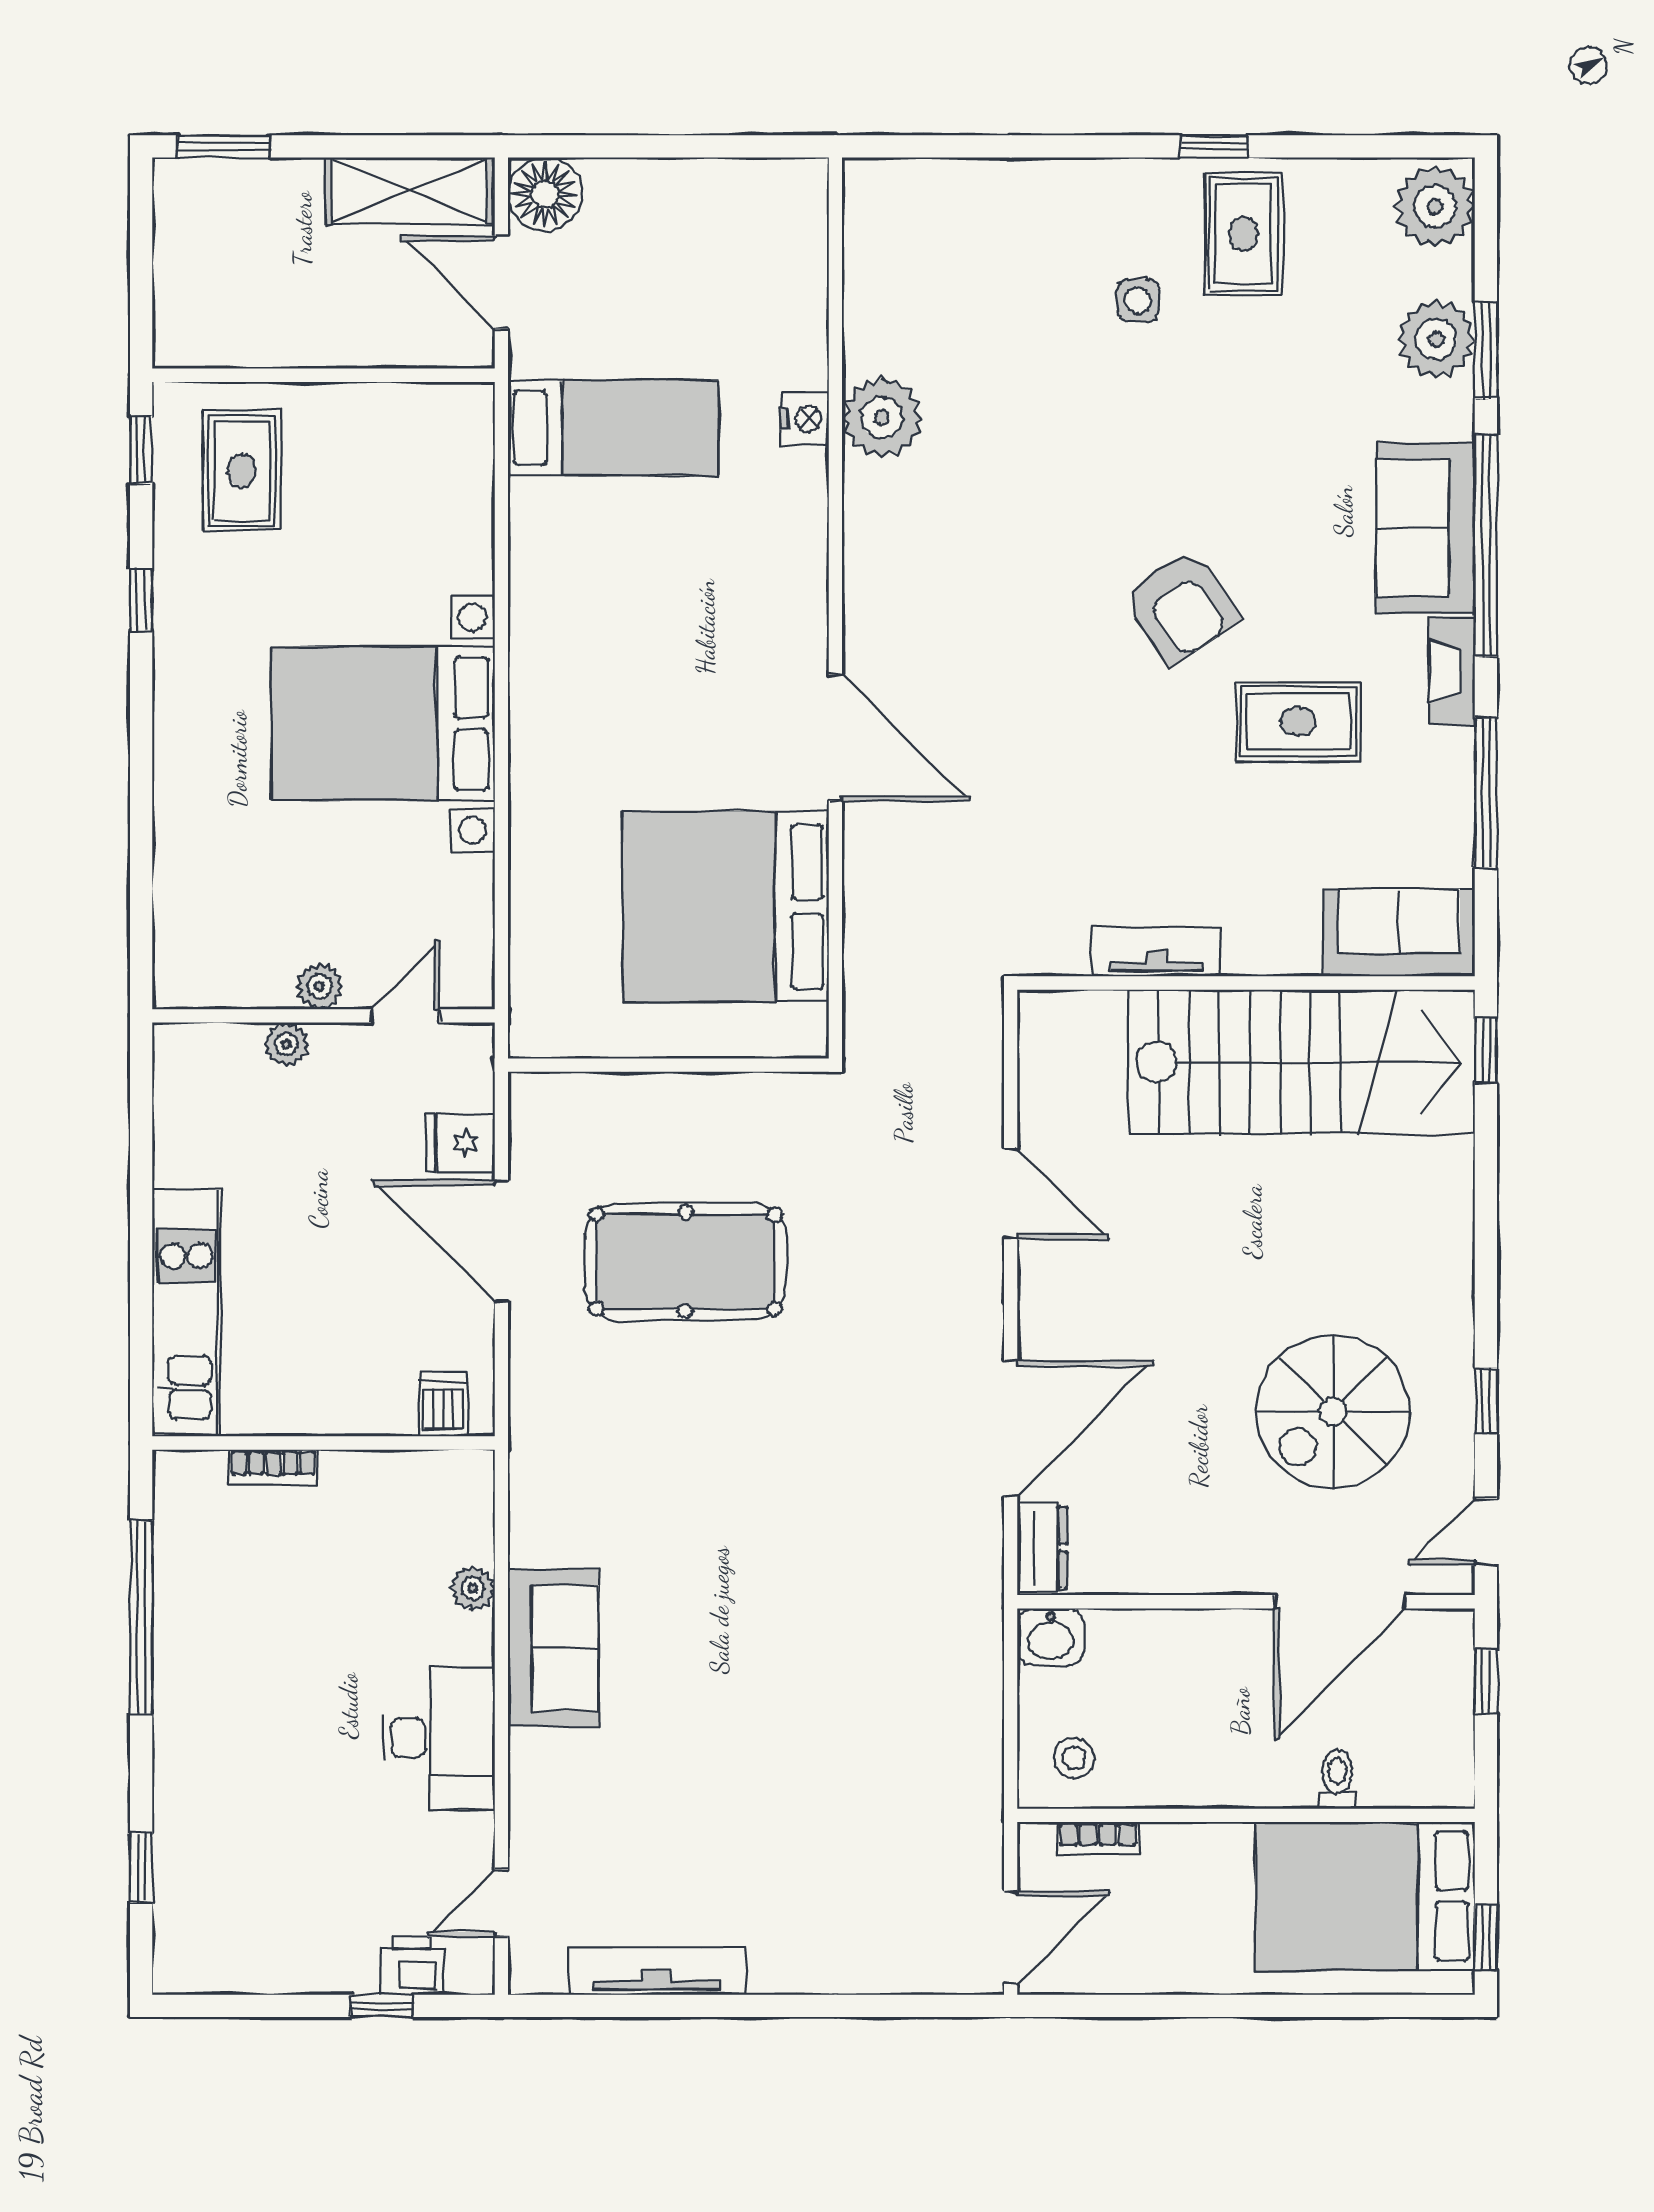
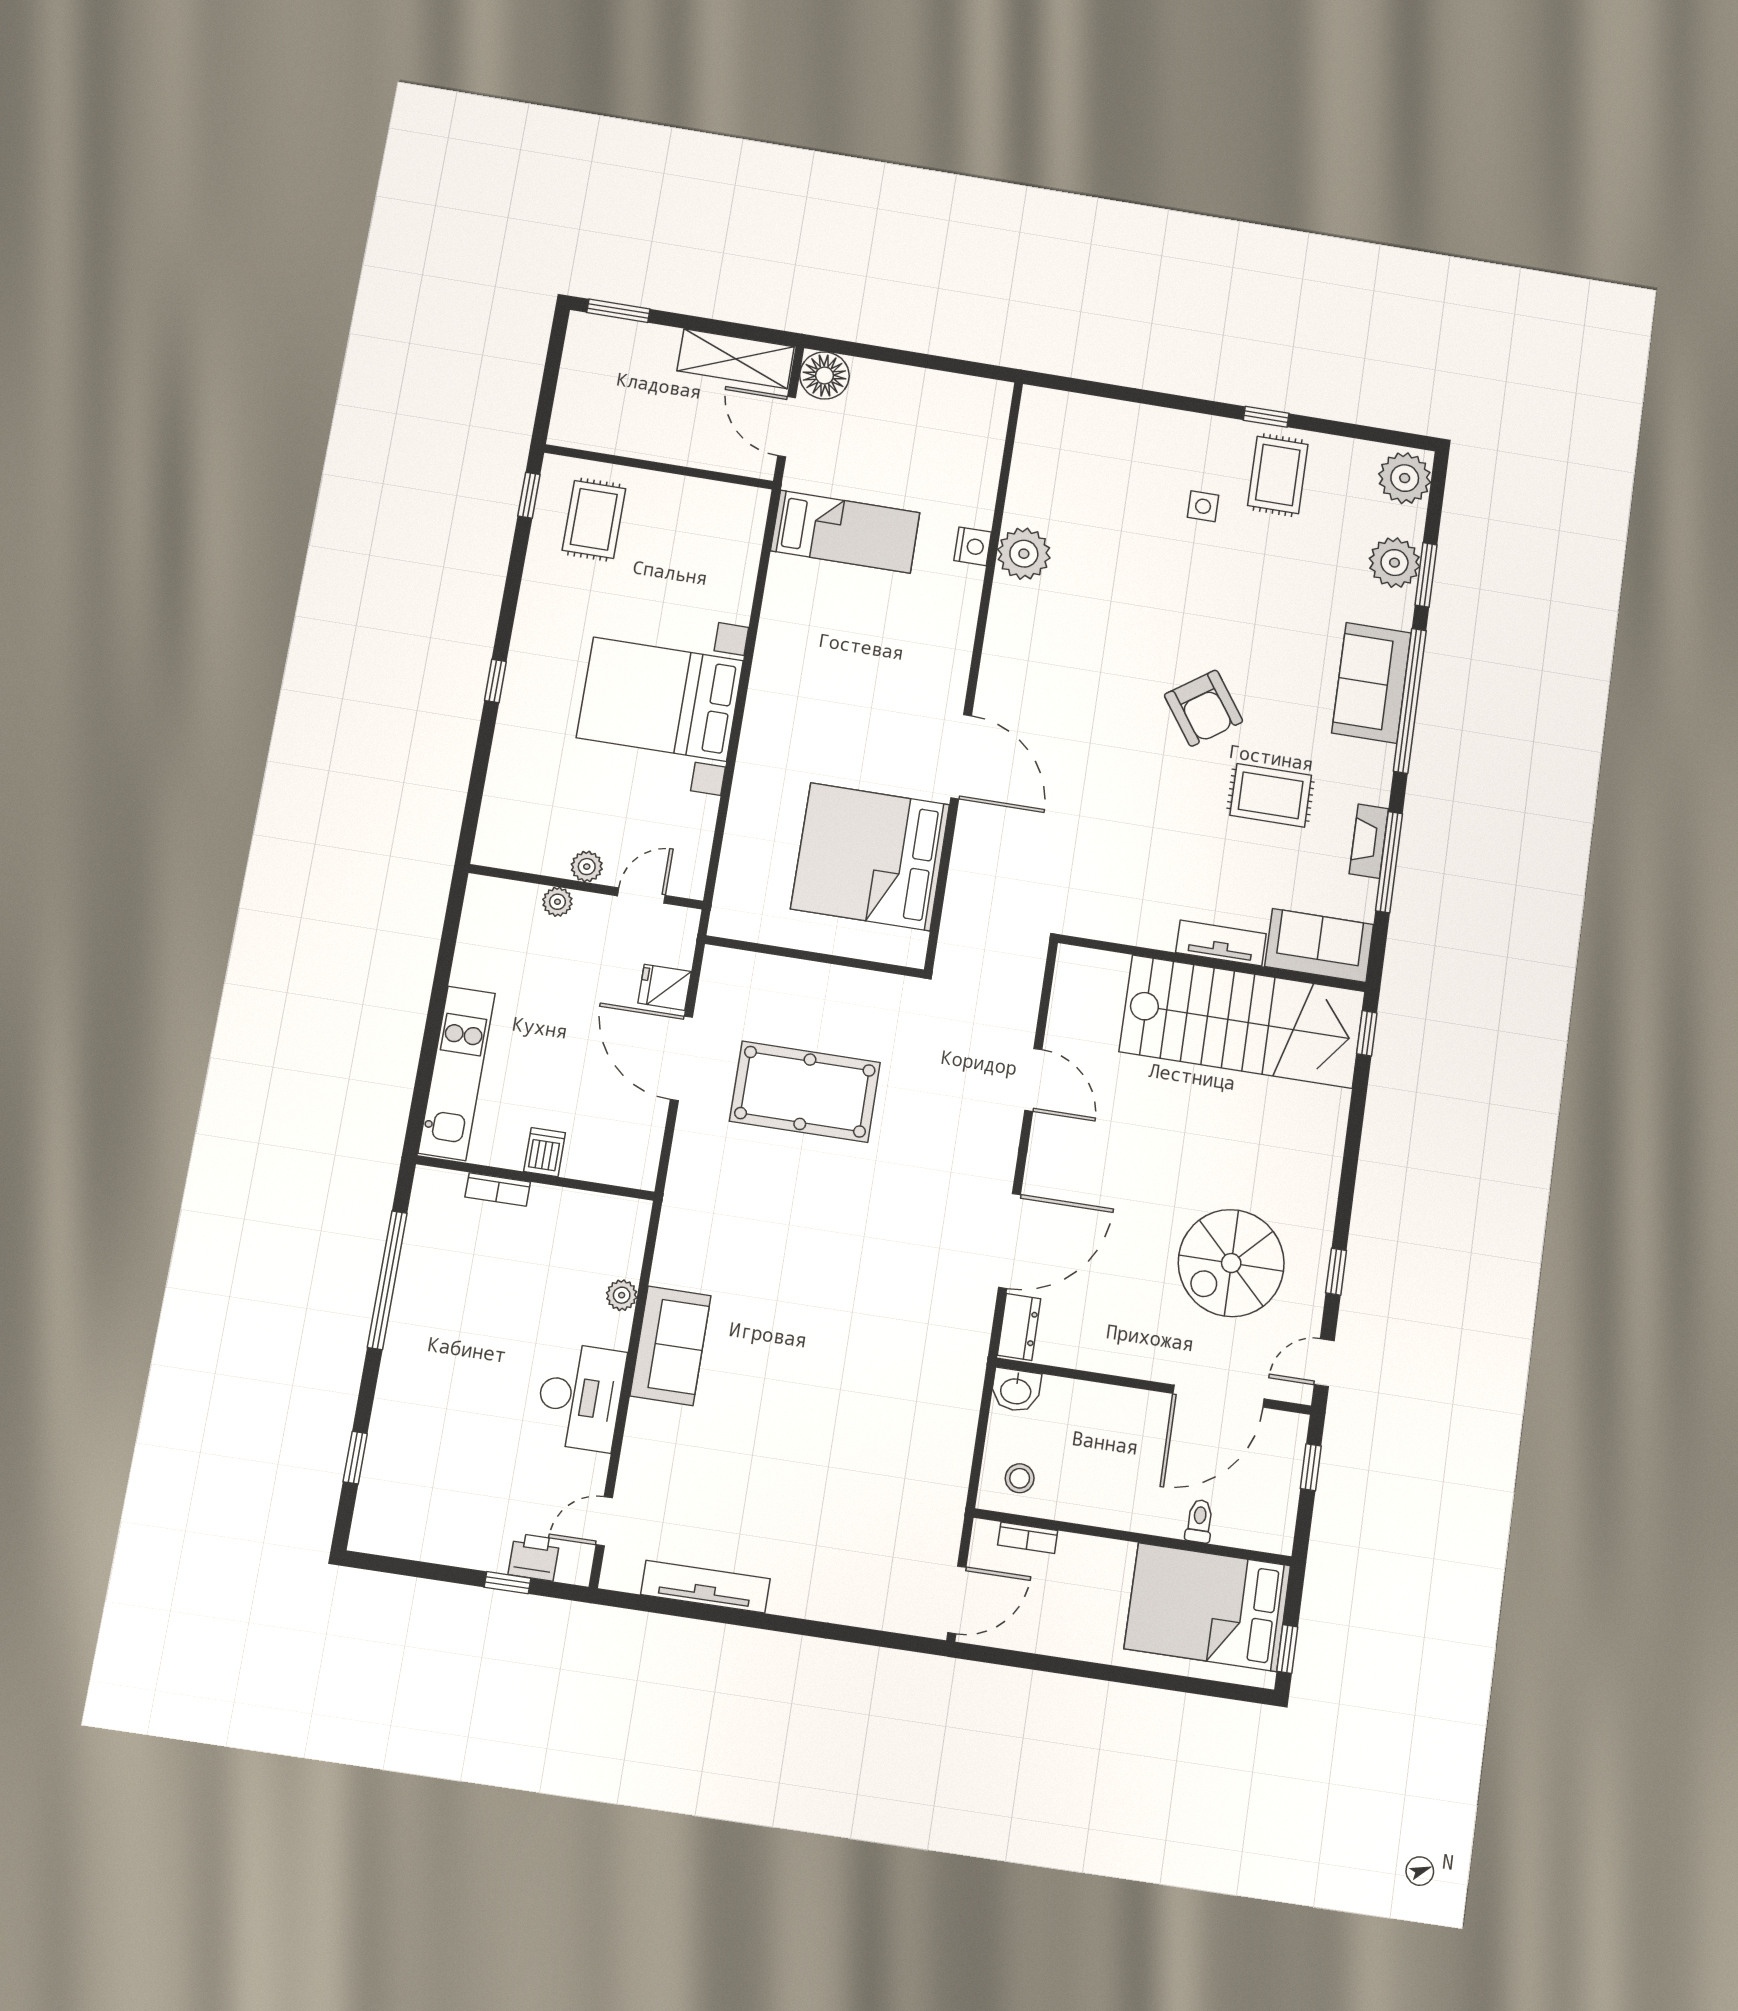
window: (141, 600) -> (495, 681), moved
fireplace: (1452, 672) -> (1369, 841), moved
tv unit: (1157, 952) -> (1221, 943), moved
dishwasher: (443, 1404) -> (545, 1152), moved

